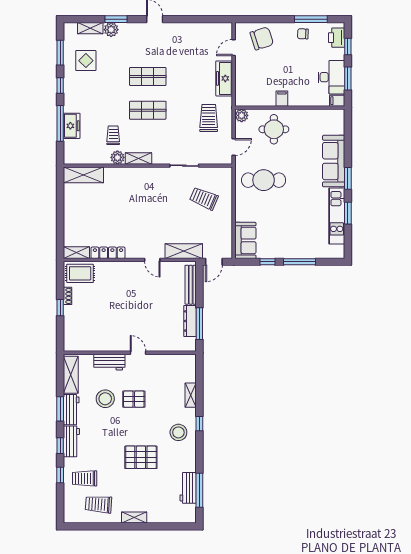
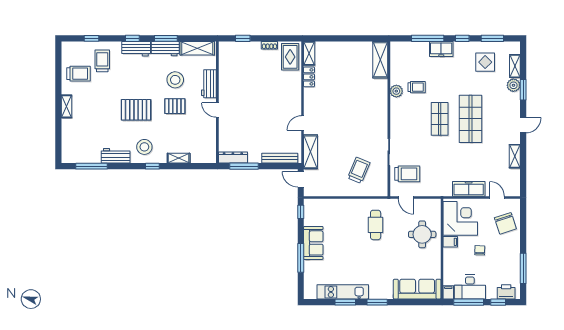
chair: (303, 34) -> (480, 250), moved
shop shelf: (148, 76) -> (471, 119), width x1.43, depth x1.36
window: (348, 79) -> (469, 302), width x1.44
corner desk: (256, 88) -> (460, 218), added
plant: (242, 115) -> (435, 205), removed
trolley: (209, 118) -> (407, 174), moved
freezer: (72, 126) -> (441, 49), moved
shelving: (138, 158) -> (515, 156), moved
sofa: (334, 161) -> (417, 289), moved
cafe table: (264, 180) -> (376, 225), width x0.73, depth x0.74
sofa: (245, 240) -> (313, 243), moved, turned -90
locker: (108, 253) -> (309, 77), width x0.66
window: (268, 262) -> (301, 212), moved
window: (60, 308) -> (243, 38), moved
dresser: (190, 321) -> (233, 158), moved
door: (138, 353) -> (217, 110), swing flipped
pallet: (134, 399) -> (175, 106), turned 90
pallet: (141, 457) -> (136, 110), moved, turned 90
window: (60, 475) -> (92, 38), moved
workbench: (188, 488) -> (116, 156), moved
trolley: (99, 504) -> (78, 74), turned 86

